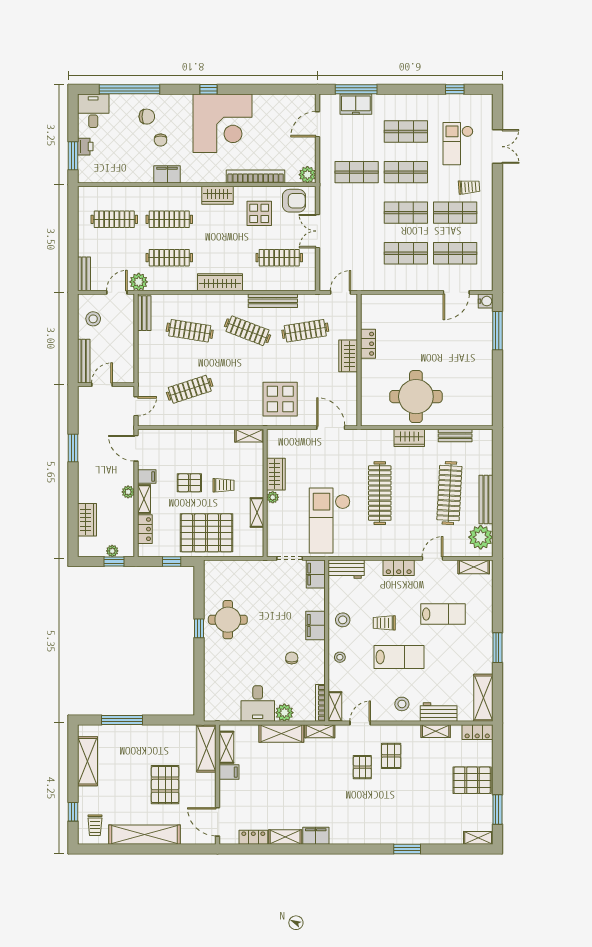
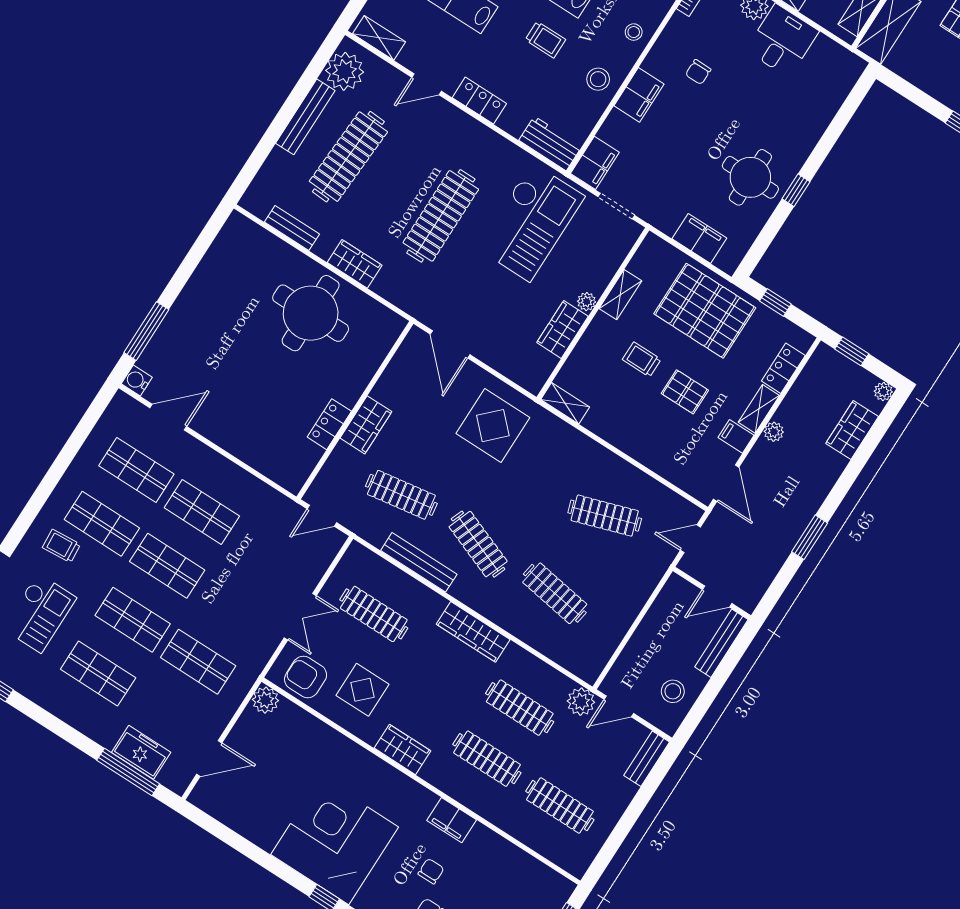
bookcase: (256, 177) -> (336, 742), removed
bench: (144, 313) -> (600, 655), removed
plant: (112, 551) -> (883, 392), moved
filing cabinet: (234, 570) -> (699, 238), added

